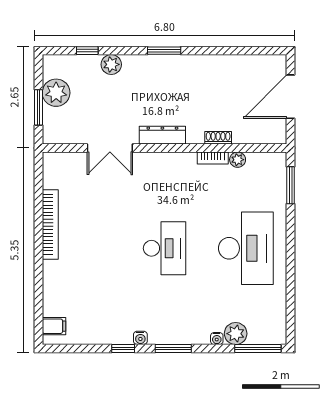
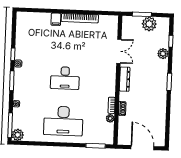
double door: (110, 148) -> (119, 51), swing flipped
filing cabinet: (54, 326) -> (56, 19), moved
plant: (236, 334) -> (18, 135), moved

